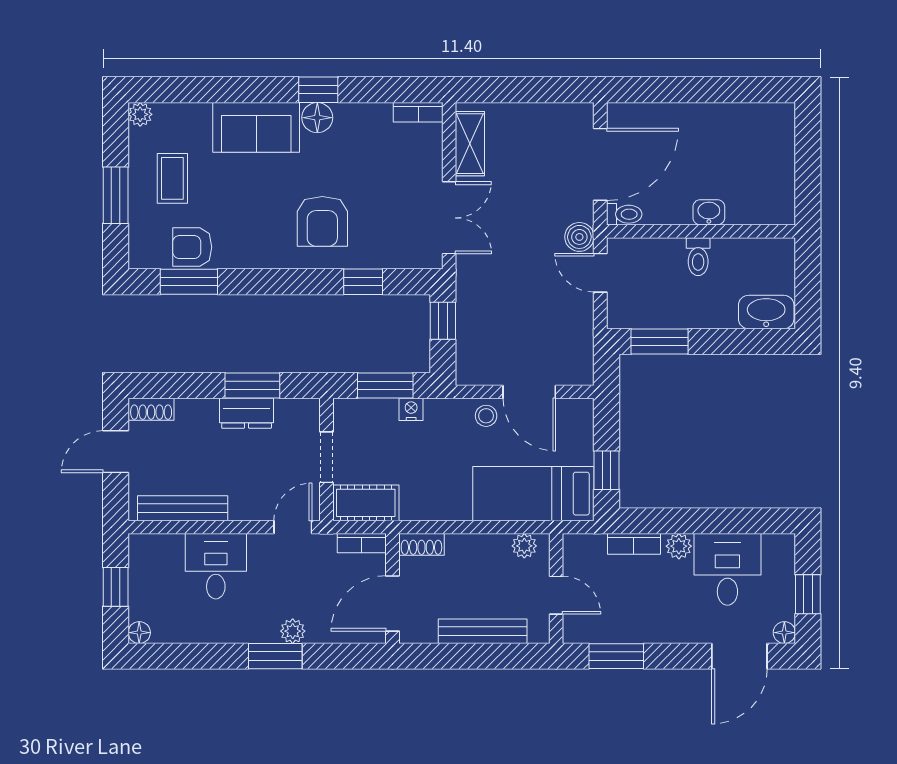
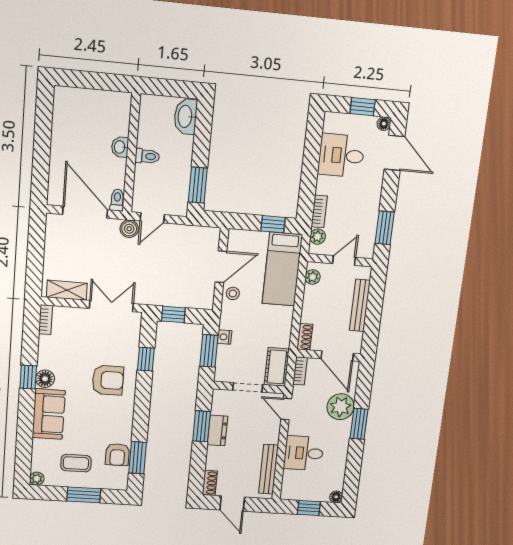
plant: (679, 546) -> (318, 237), moved
plant: (293, 631) -> (341, 407), width x1.88, depth x1.88

